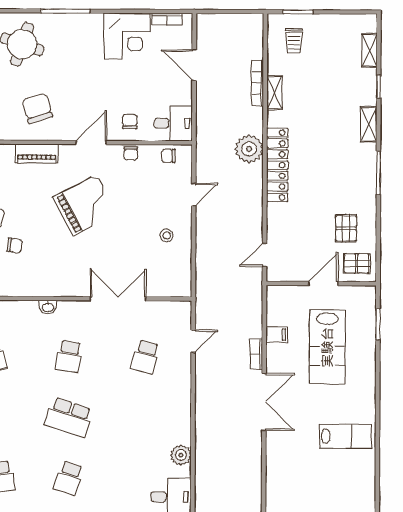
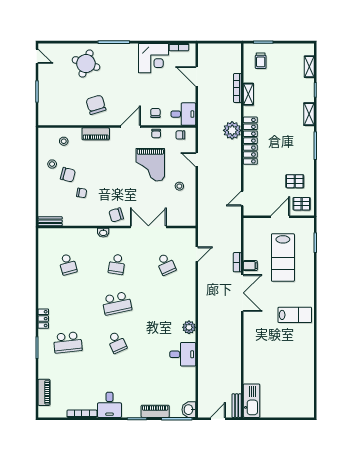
door: (194, 194) -> (197, 160), swing flipped
grand piano: (85, 205) -> (150, 165), moved, turned 118
pallet: (346, 228) -> (295, 181), turned 90
chair: (68, 280) -> (116, 215), added
filing cabinet: (277, 334) -> (250, 266), moved
school desk: (145, 357) -> (166, 264), turned -39
school desk: (69, 417) -> (117, 303), turned -30
school desk: (69, 478) -> (117, 342), turned -42

